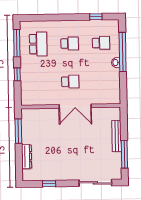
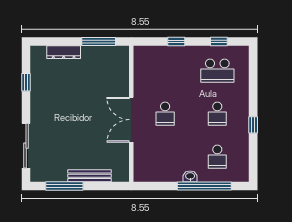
window: (96, 17) -> (253, 125), moved
window: (17, 43) -> (219, 41), width x0.46

